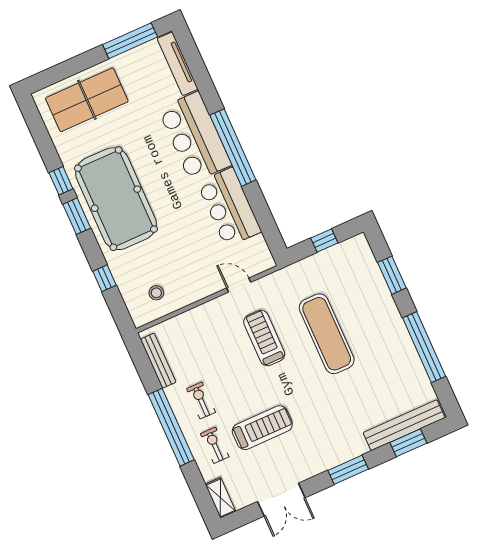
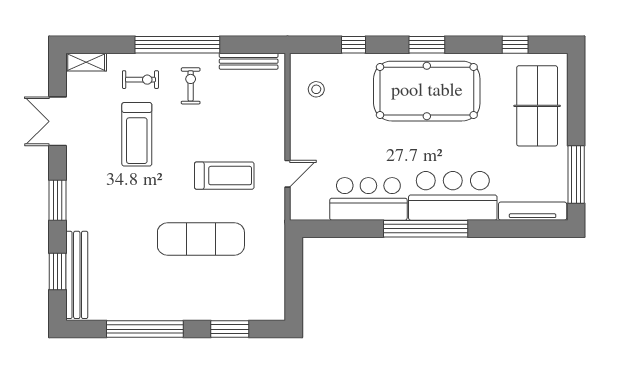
window: (61, 181) -> (515, 45), moved
window: (324, 241) -> (294, 278), removed
exercise bike: (201, 400) -> (191, 86), turned -90

